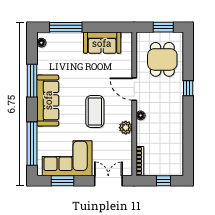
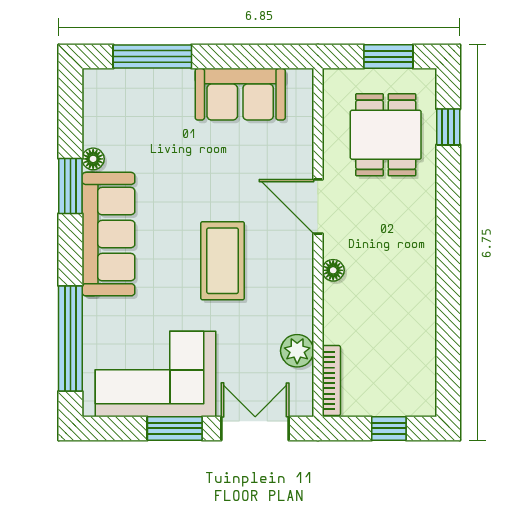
floor lamp: (41, 43) -> (93, 159), moved
window: (32, 81) -> (70, 186), width x0.69
window: (188, 88) -> (448, 127), moved
plant: (126, 128) -> (297, 351), moved
window: (63, 181) -> (175, 428), moved

